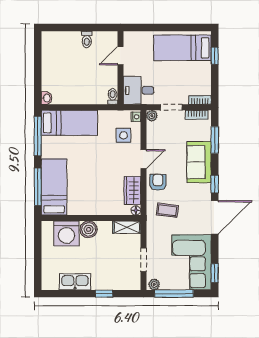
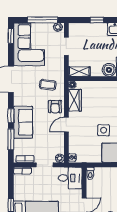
side table: (124, 135) -> (104, 130), moved
window: (215, 184) -> (11, 116), moved

